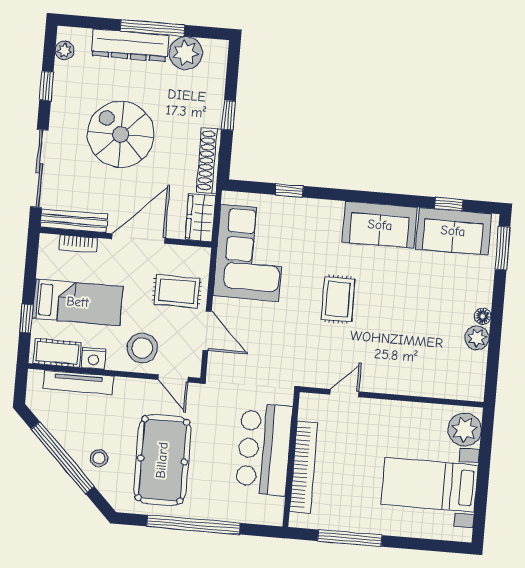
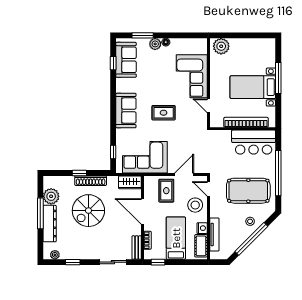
spiral stairs: (121, 134) -> (88, 211), moved
shoe rack: (209, 161) -> (91, 181), moved
sliding door: (39, 169) -> (113, 262), width x0.73
window: (289, 190) -> (113, 152), moved
bench: (74, 221) -> (137, 248), width x0.73
sofa: (380, 225) -> (126, 111), moved
window: (503, 248) -> (143, 35), moved
window: (26, 318) -> (158, 262), moved
plant: (477, 338) -> (155, 44), moved
corner sofa: (408, 364) -> (192, 76), added
door: (173, 378) -> (209, 189), swing flipped
bar counter: (264, 449) -> (254, 142), moved
bed with nightstands: (430, 485) -> (253, 87), moved, turned 90
window: (350, 538) -> (278, 78), moved

